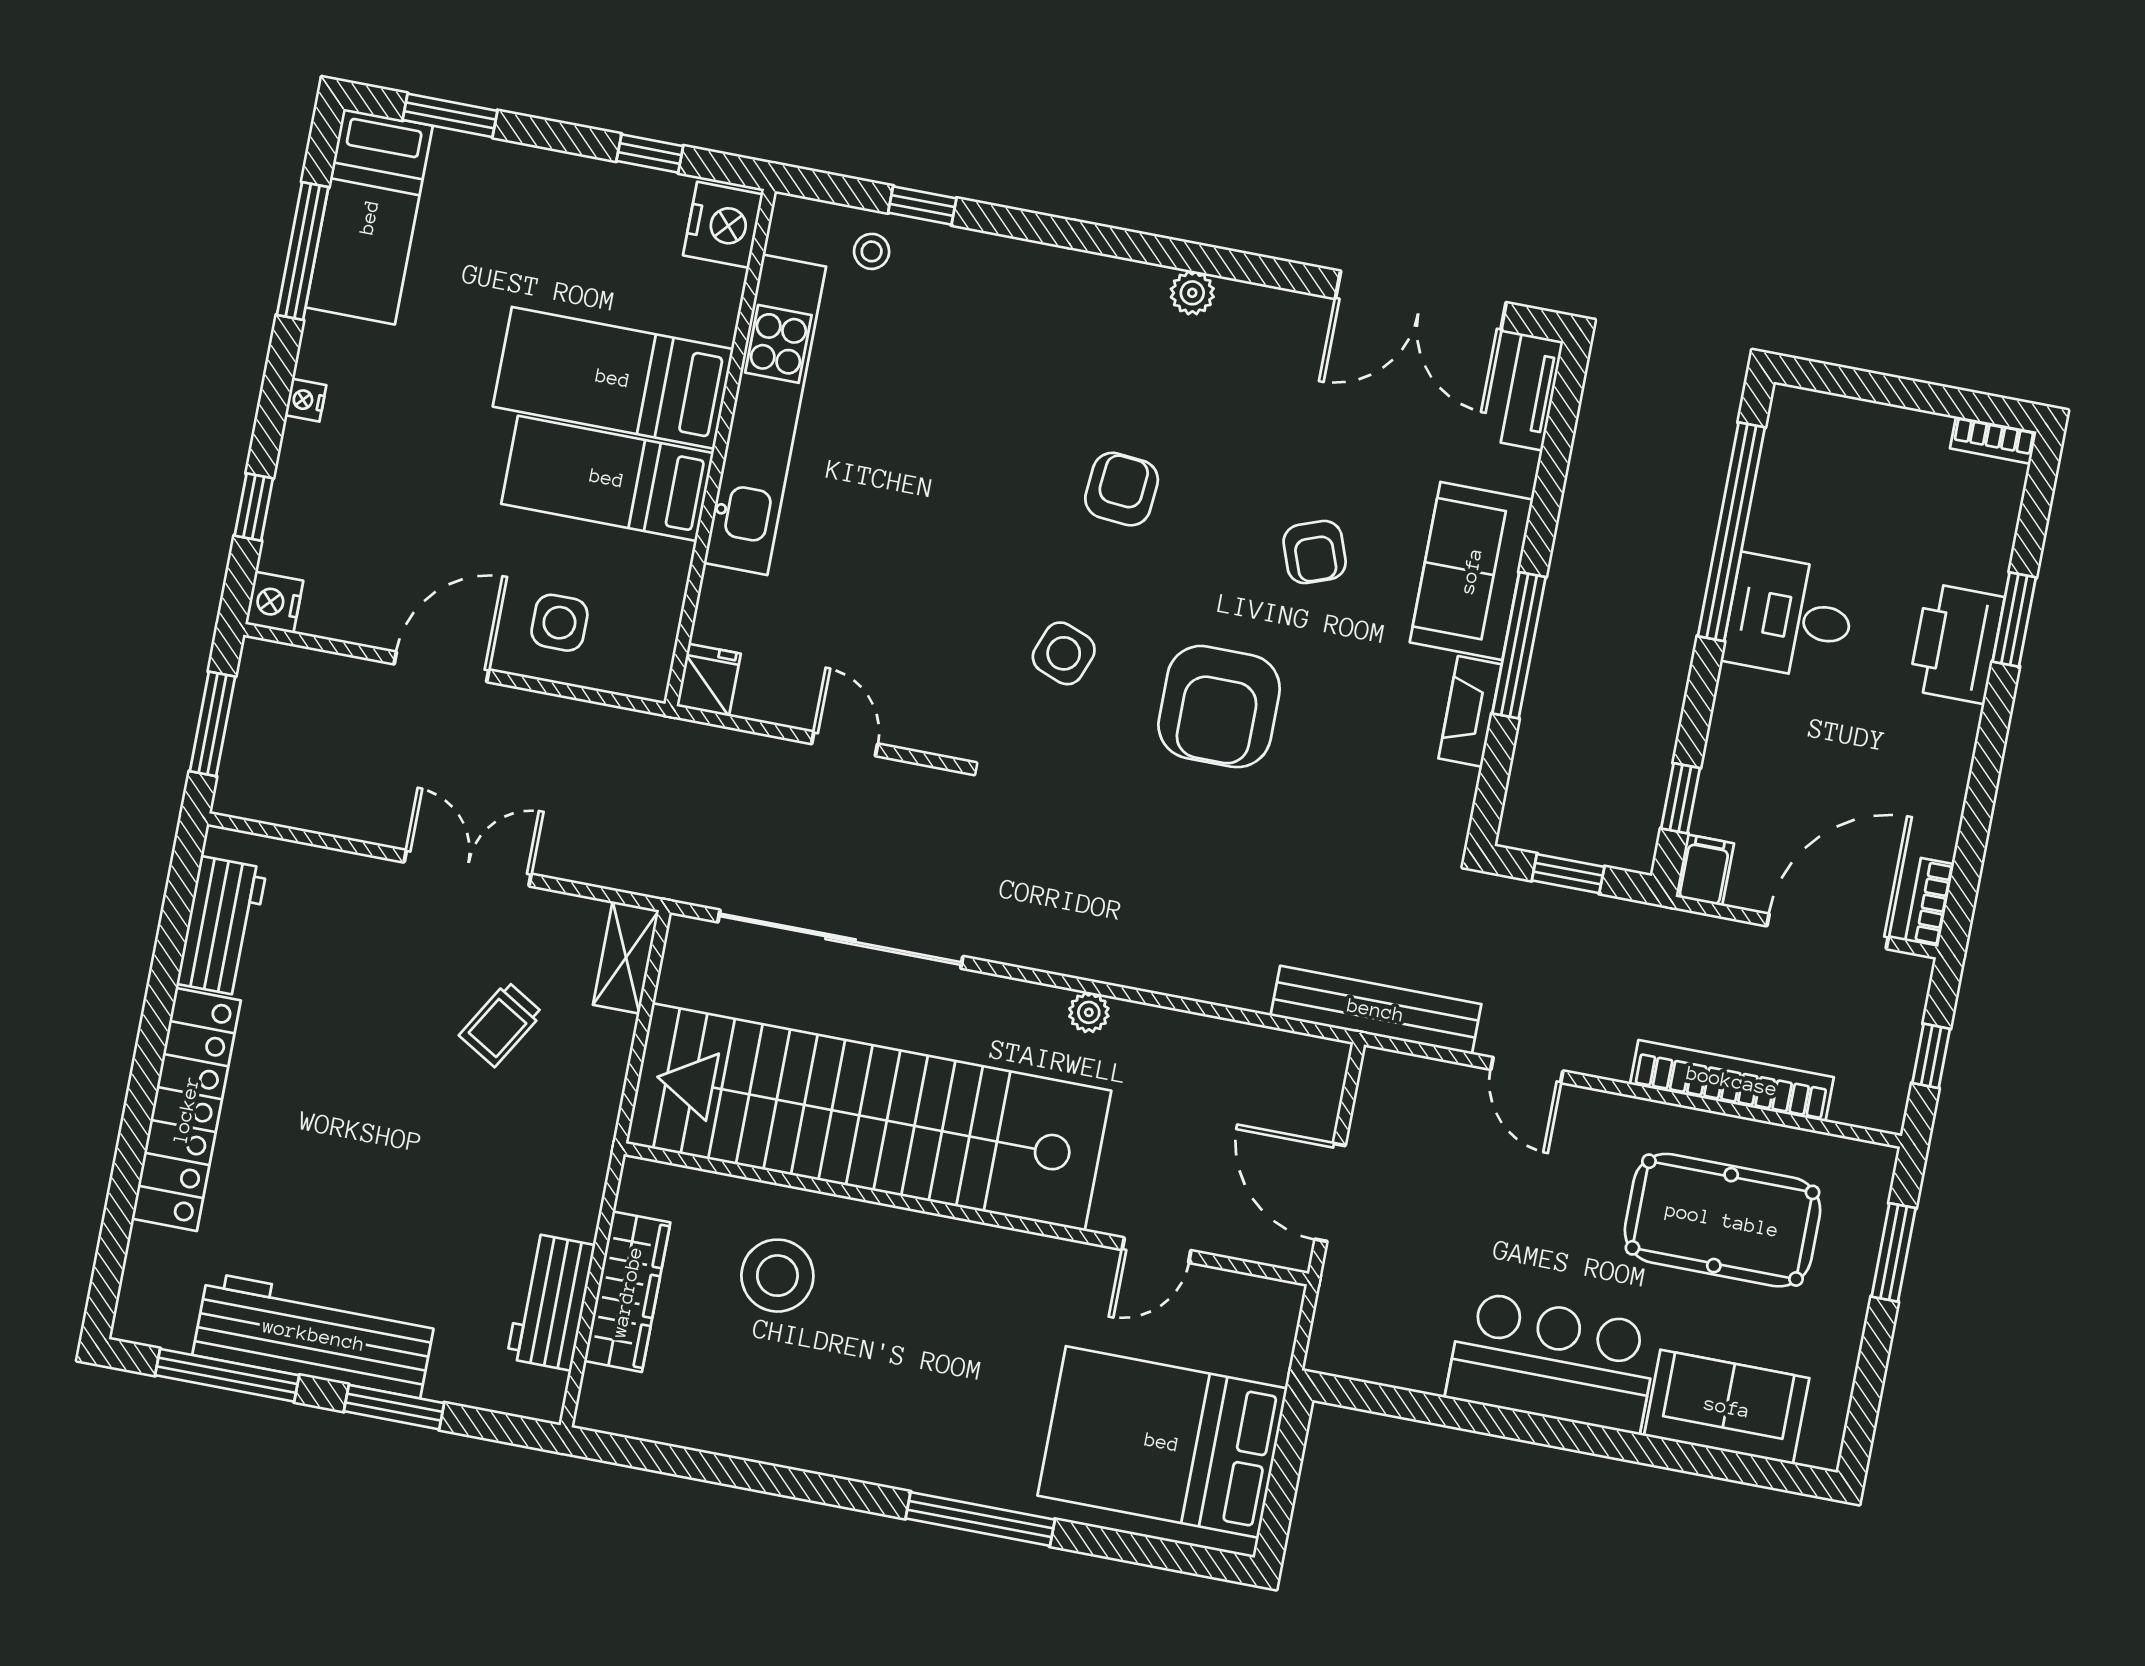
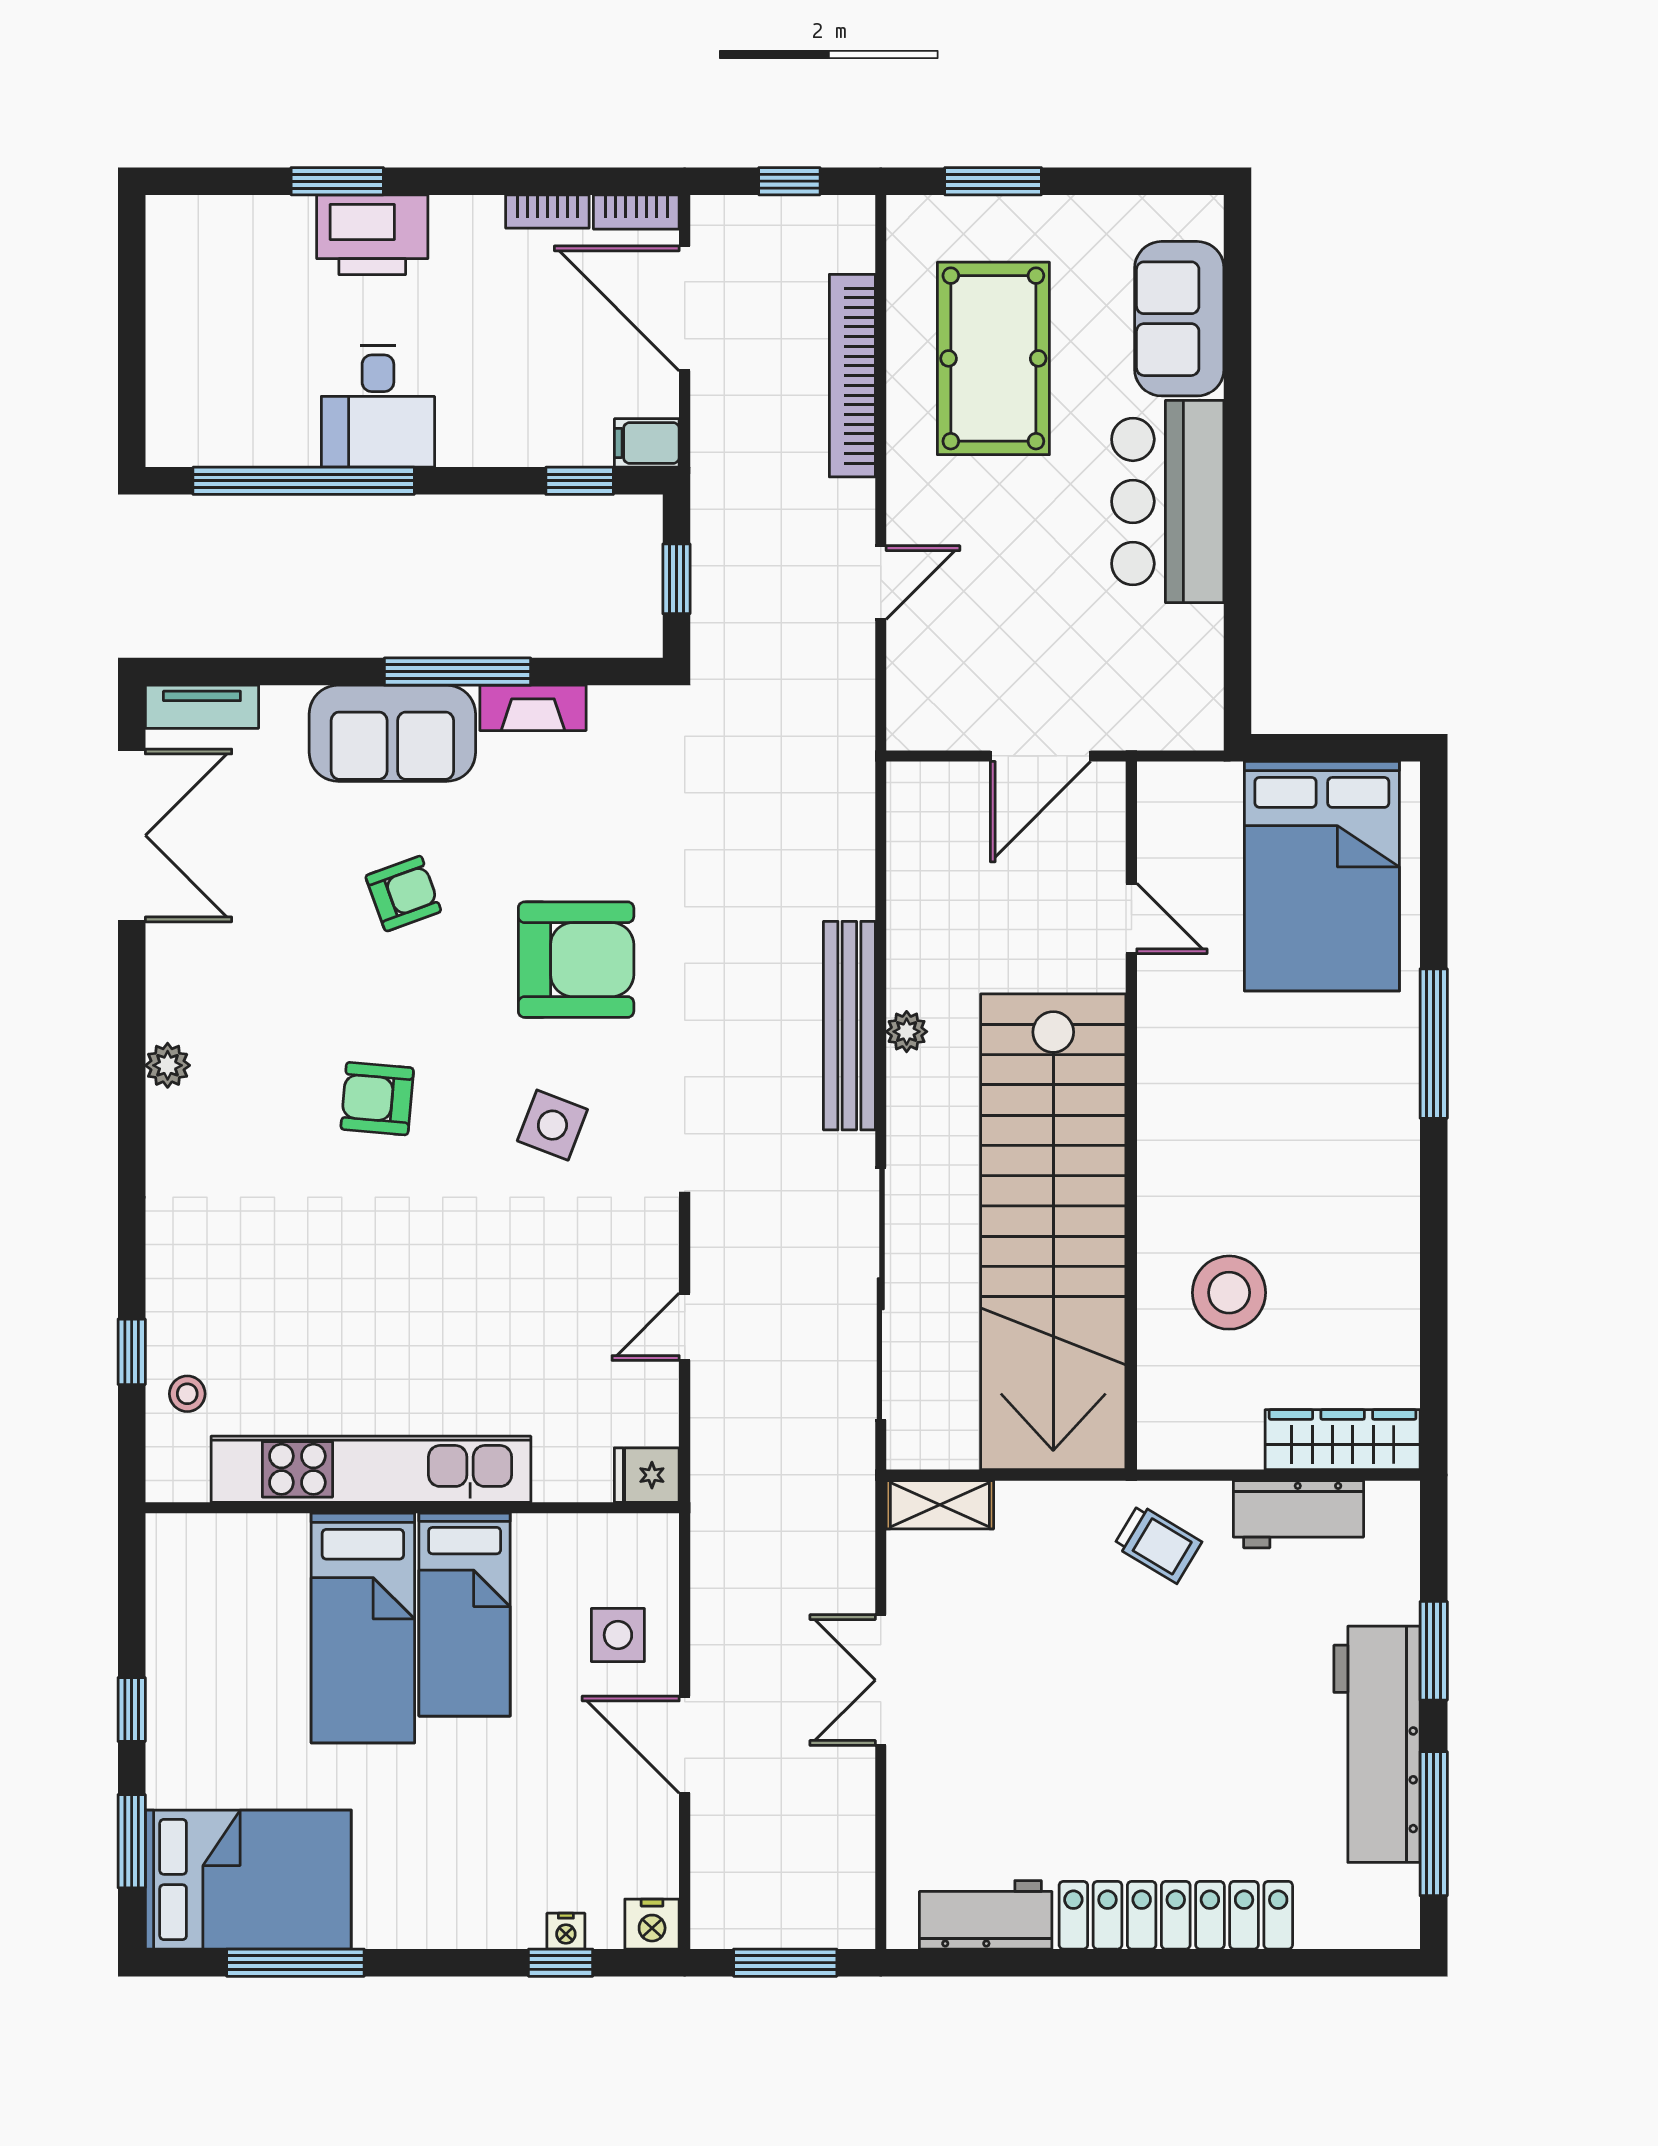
window: (650, 154) -> (132, 1709), moved
bed: (369, 217) -> (248, 1880), width x1.50
nightstand: (723, 225) -> (189, 1547), removed
nightstand: (306, 400) -> (566, 1931), moved
bookcase: (1993, 440) -> (547, 212), moved, turned 90
bench: (1376, 1010) -> (849, 1026), moved
trolley: (501, 1024) -> (1158, 1544), moved
wardrobe: (627, 1292) -> (1343, 1440), moved

